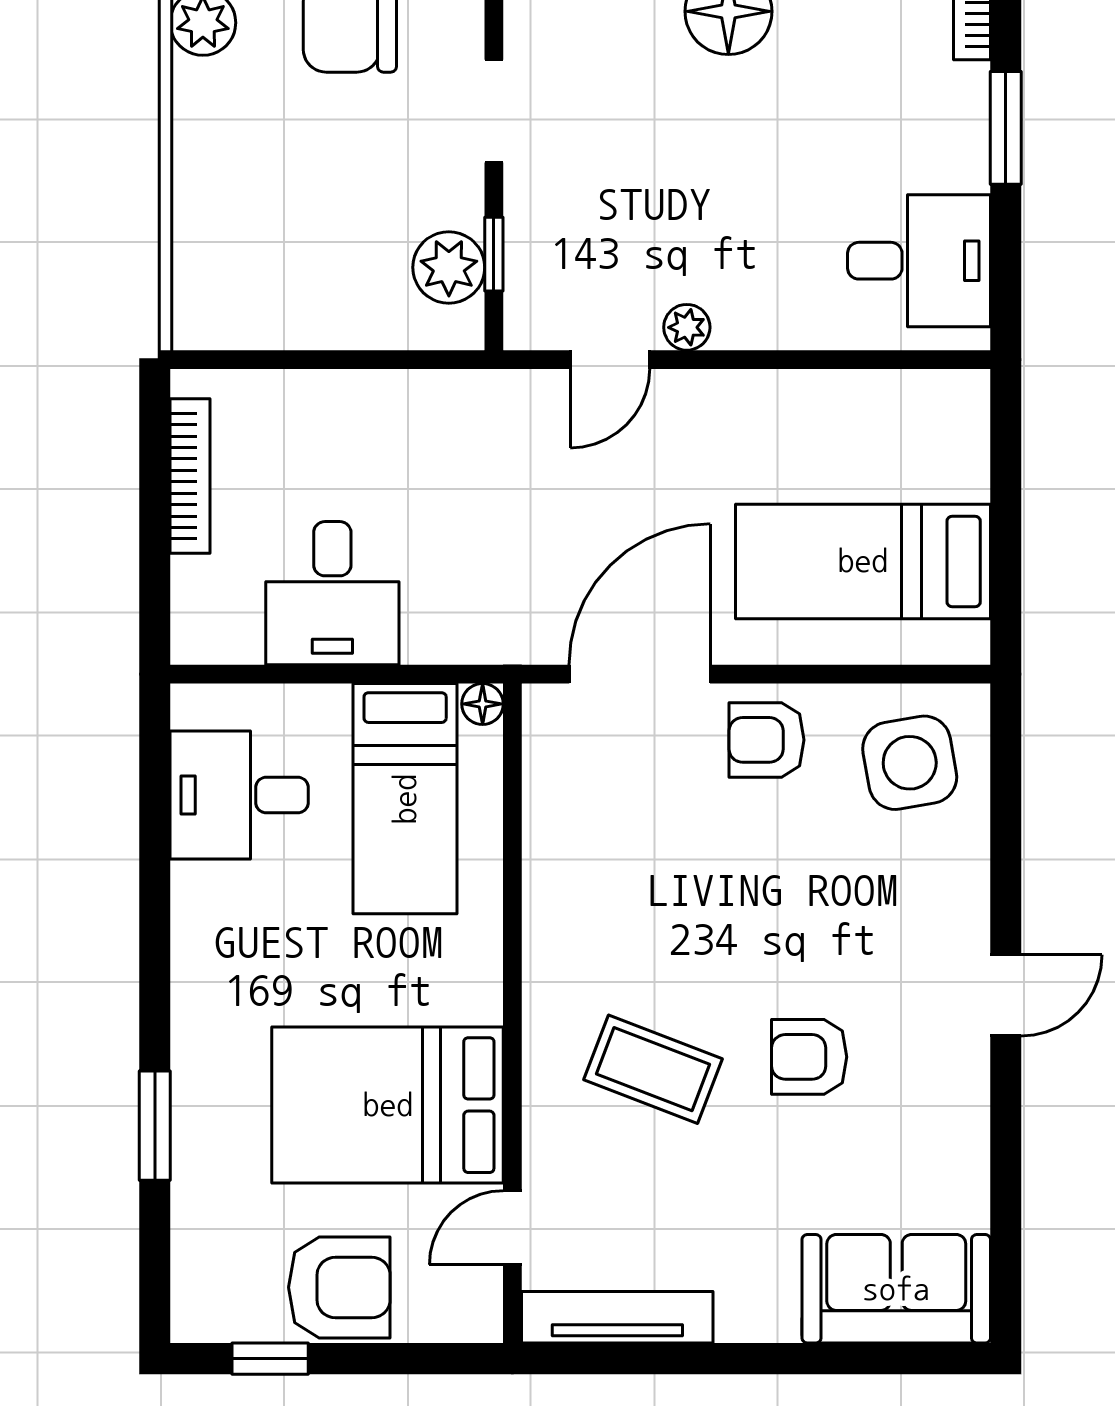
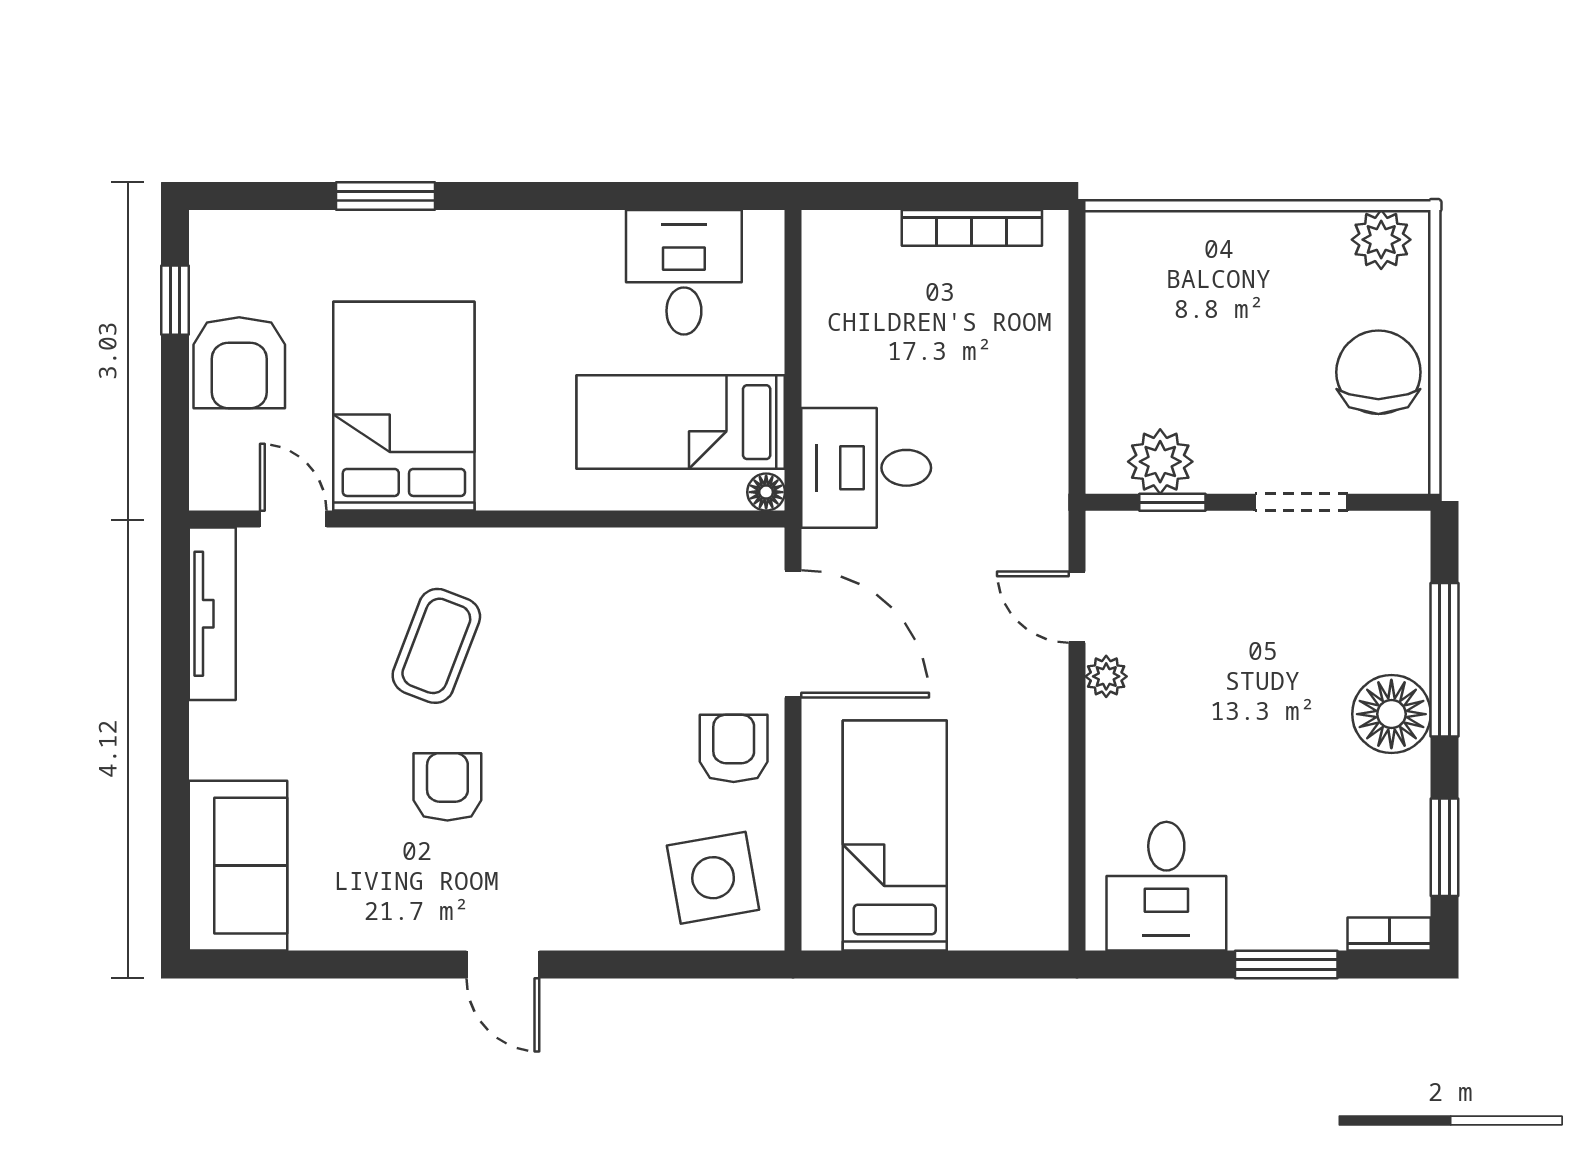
desk: (332, 593) -> (866, 468), moved

